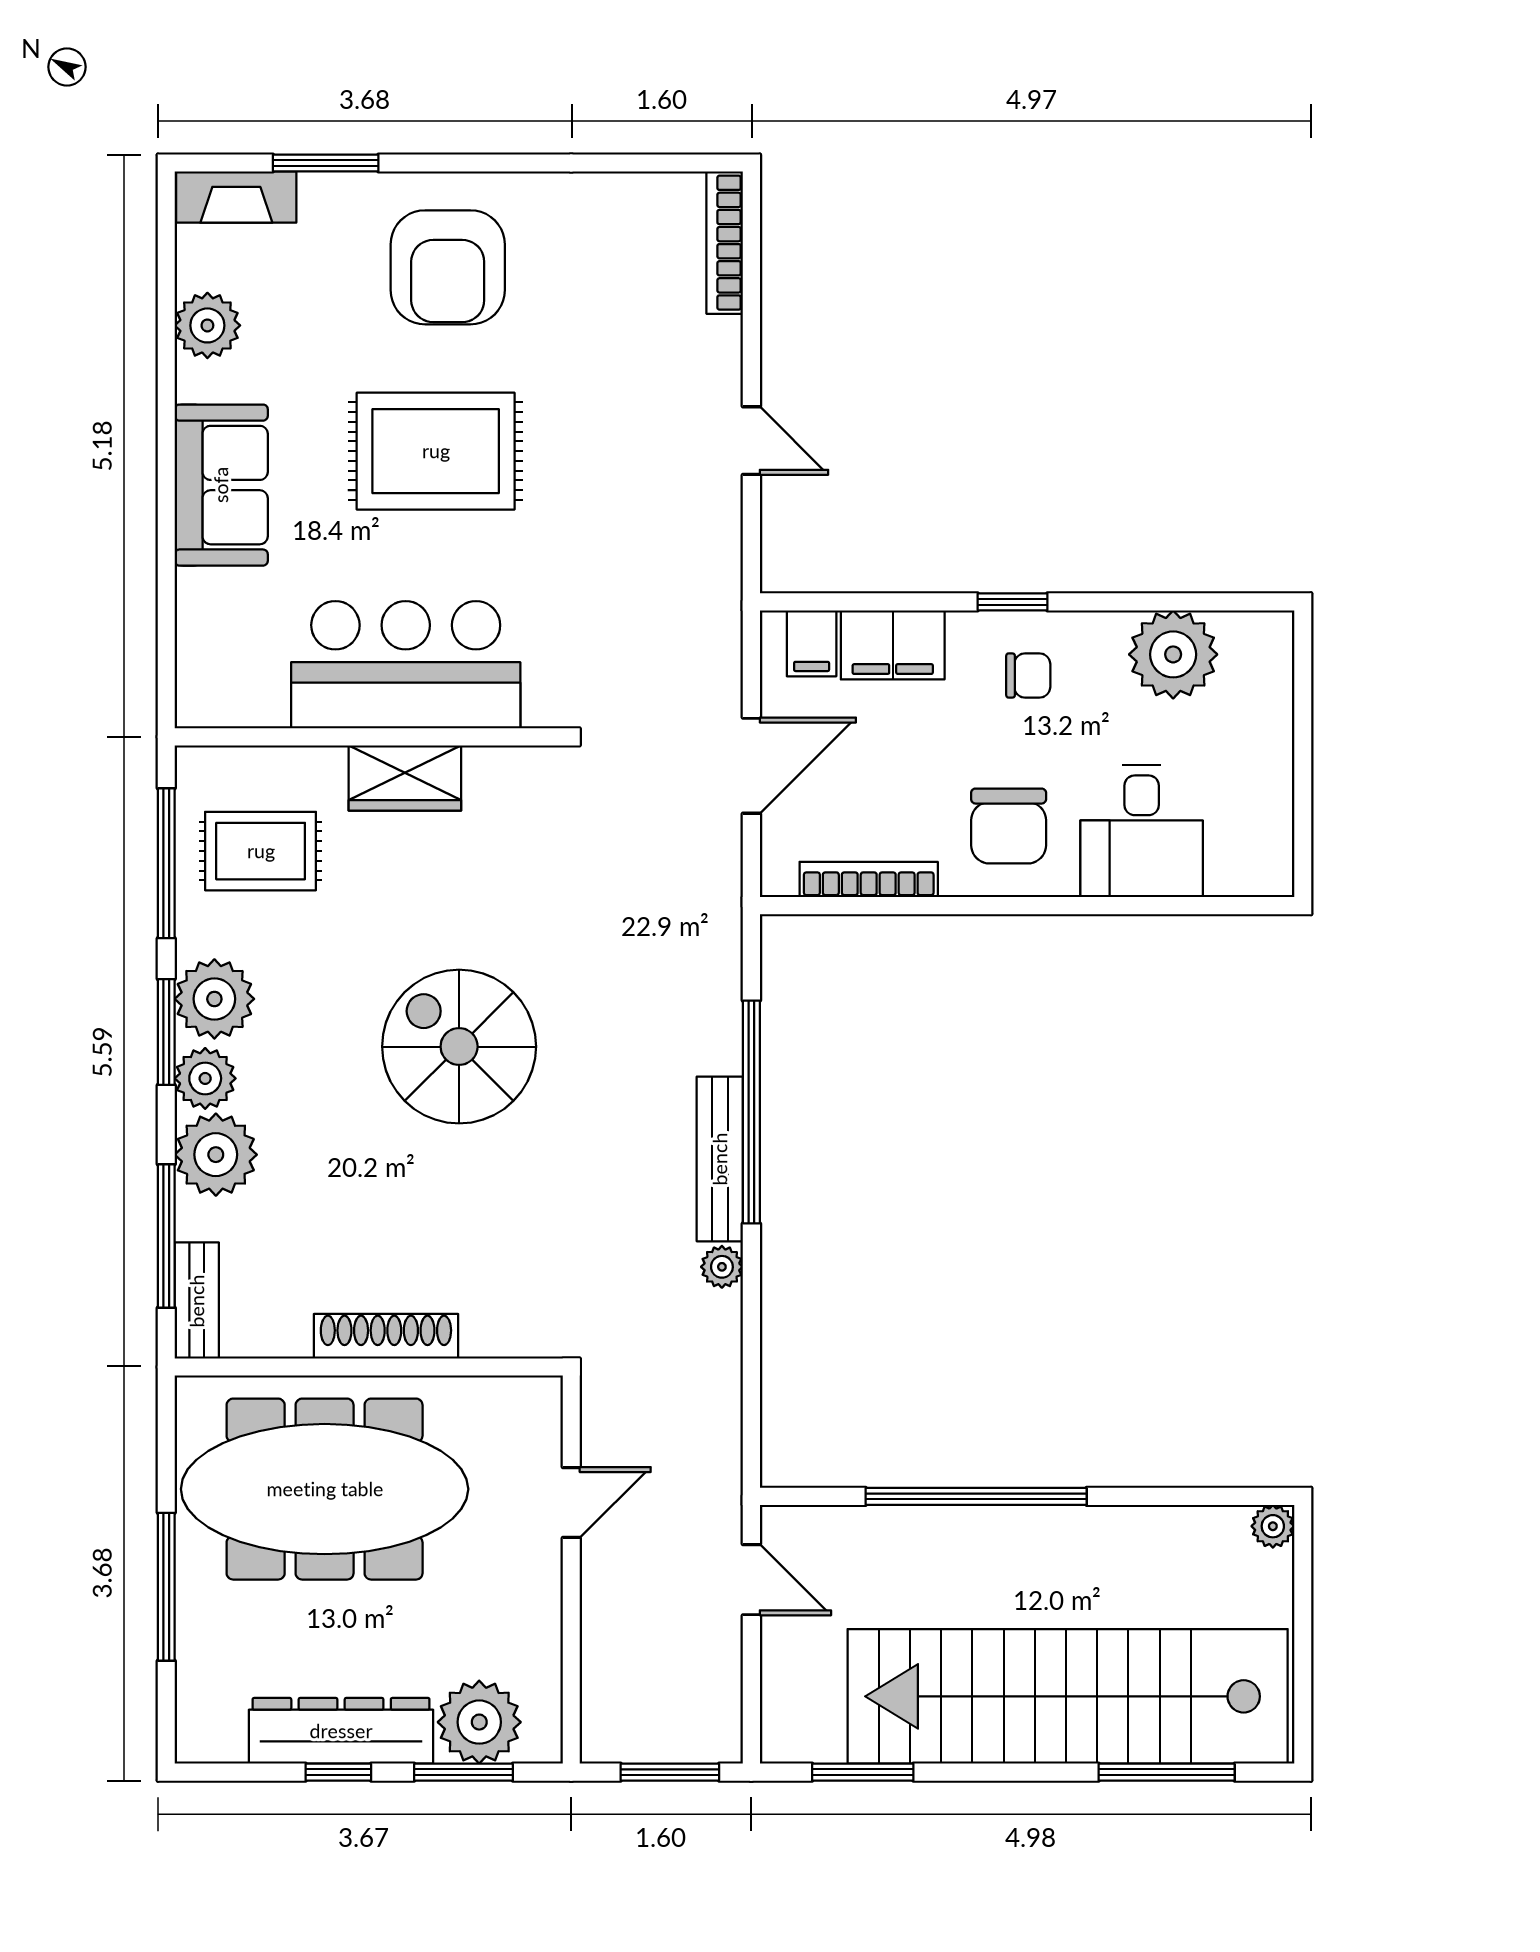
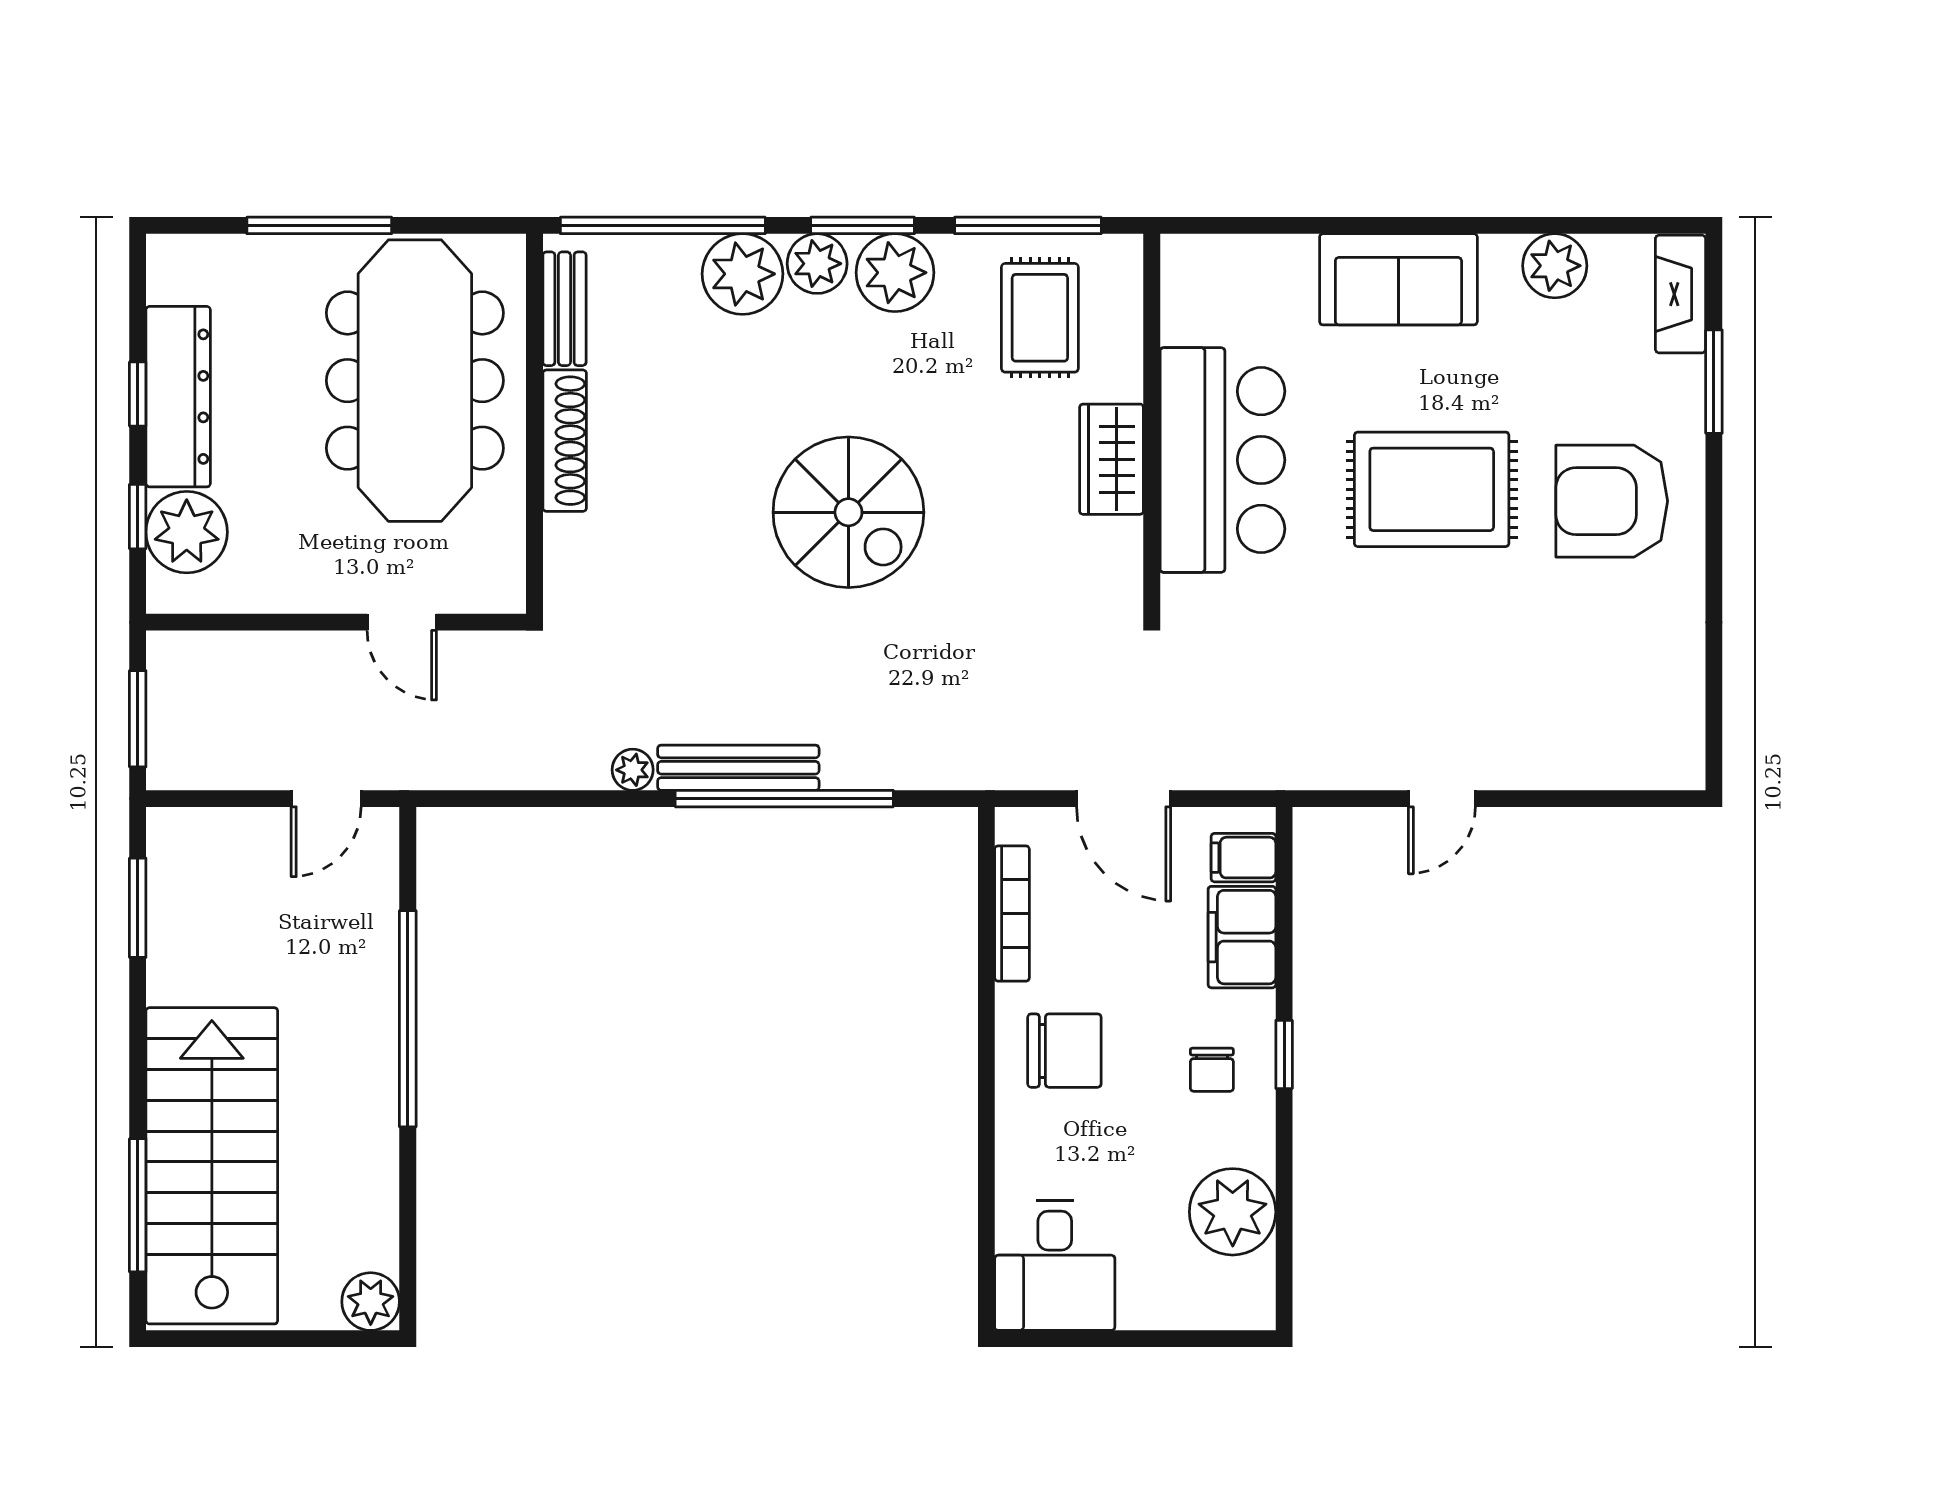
bookcase: (725, 243) -> (1636, 772), removed
rug: (436, 451) -> (1432, 489), turned 90
chair: (1009, 826) -> (1064, 1051), turned 180
desk: (1142, 831) -> (1055, 1266), moved, turned -90
spiral stairs: (459, 1047) -> (848, 512), turned 90
window: (166, 1236) -> (663, 225), width x1.46
bench: (197, 1301) -> (564, 309), moved, turned 90
plant: (1273, 1526) -> (371, 1302), width x1.38, depth x1.38
stairs: (1068, 1696) -> (212, 1166), width x0.73
window: (463, 1772) -> (138, 517), width x0.67

